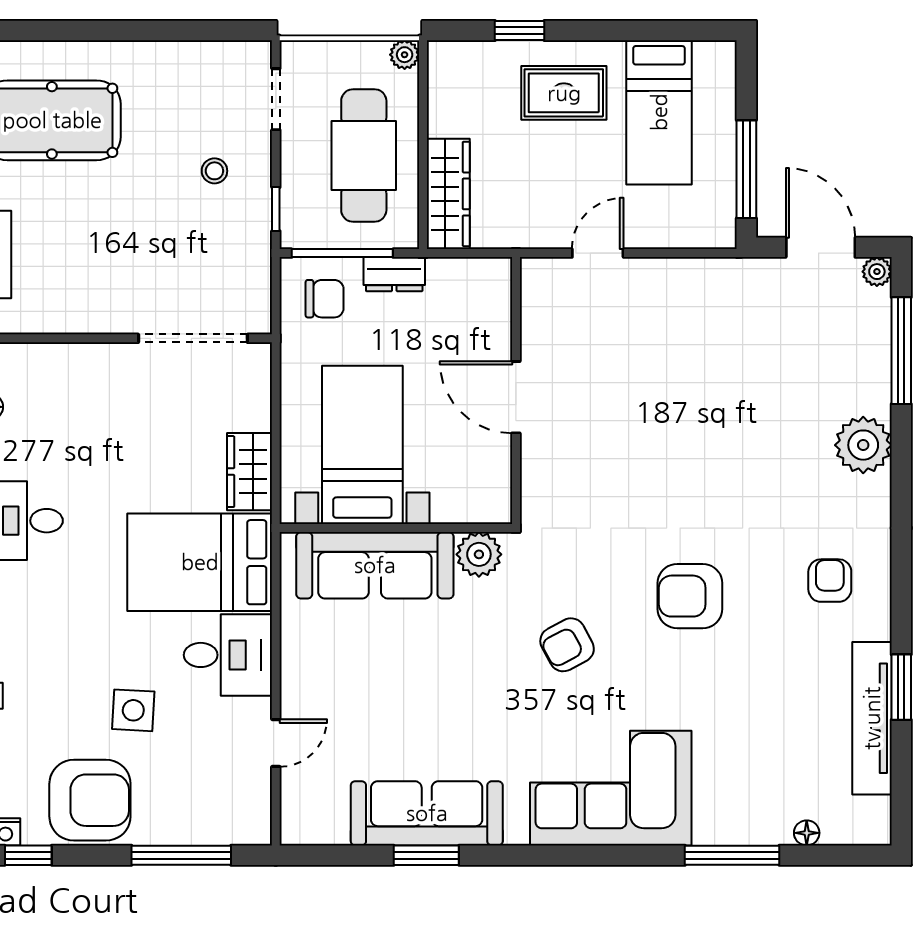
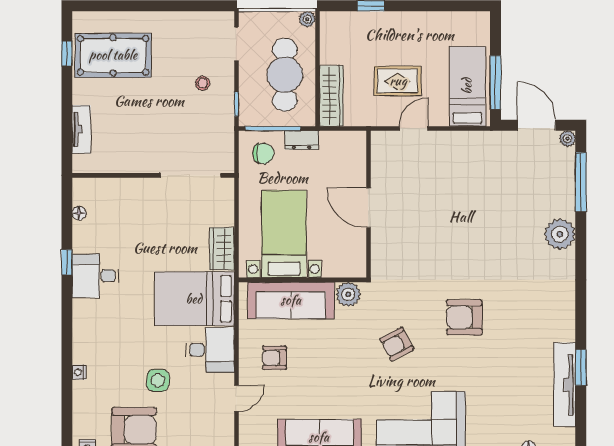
rug: (564, 93) -> (398, 81), moved
bed: (659, 112) -> (467, 86), moved, turned 180
armchair: (830, 581) -> (275, 358), moved, turned -90

